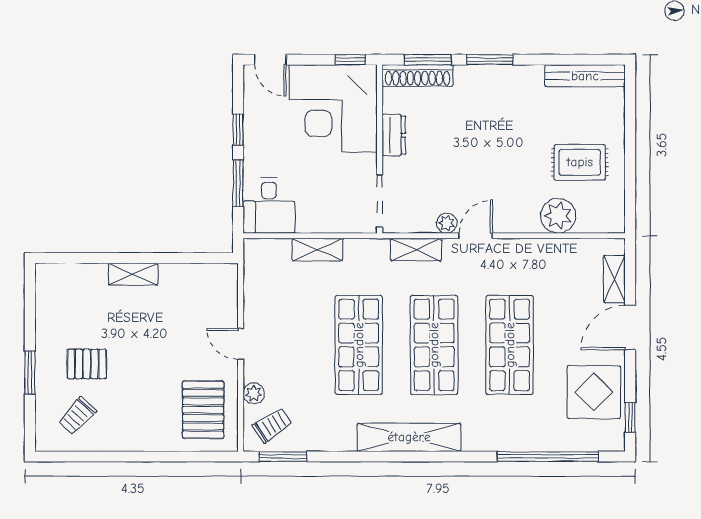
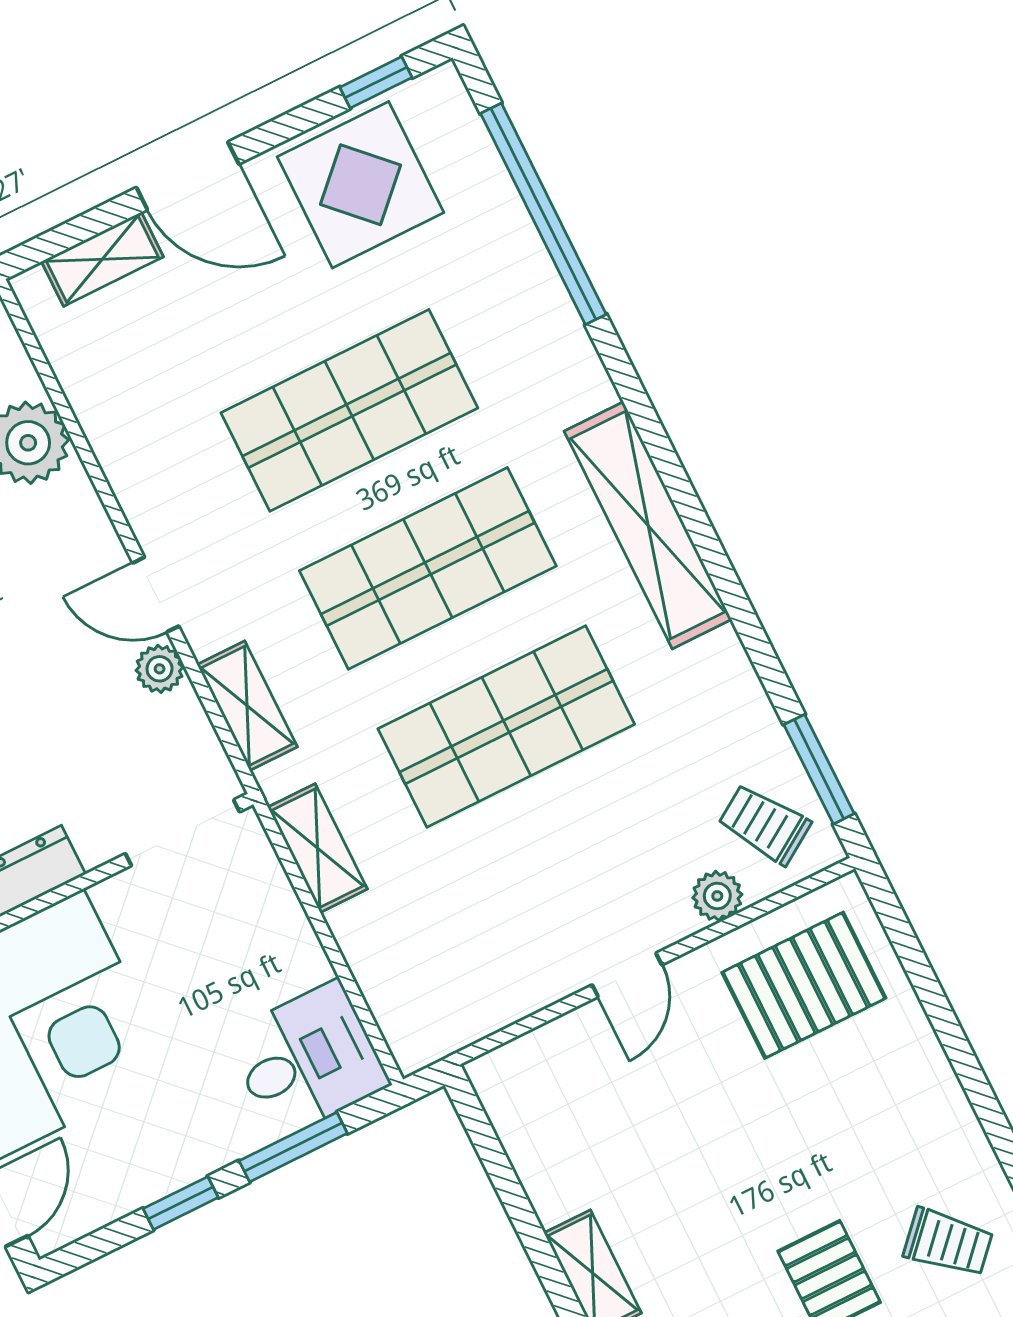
shelving: (318, 250) -> (318, 848), moved

